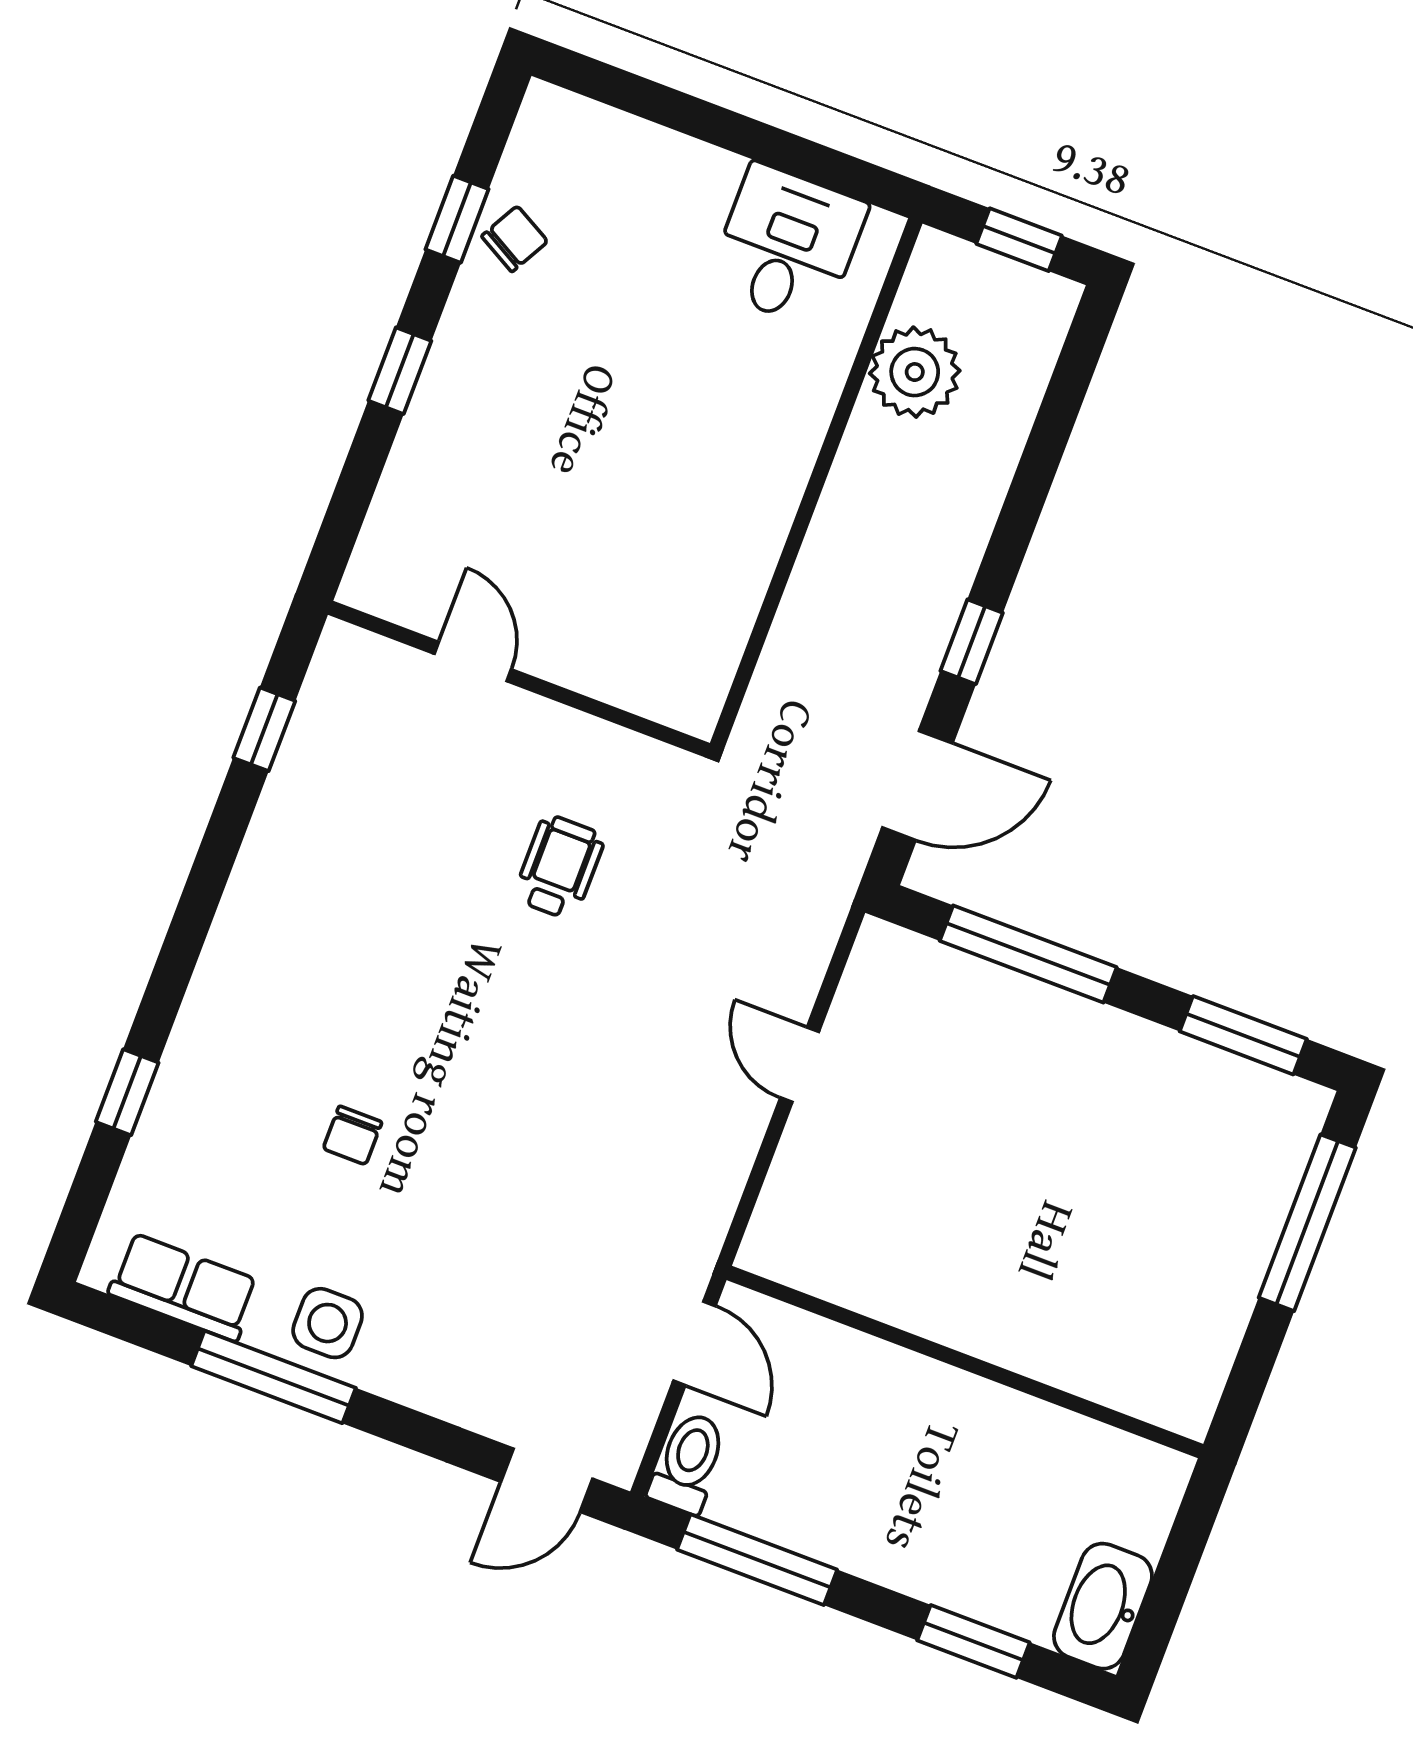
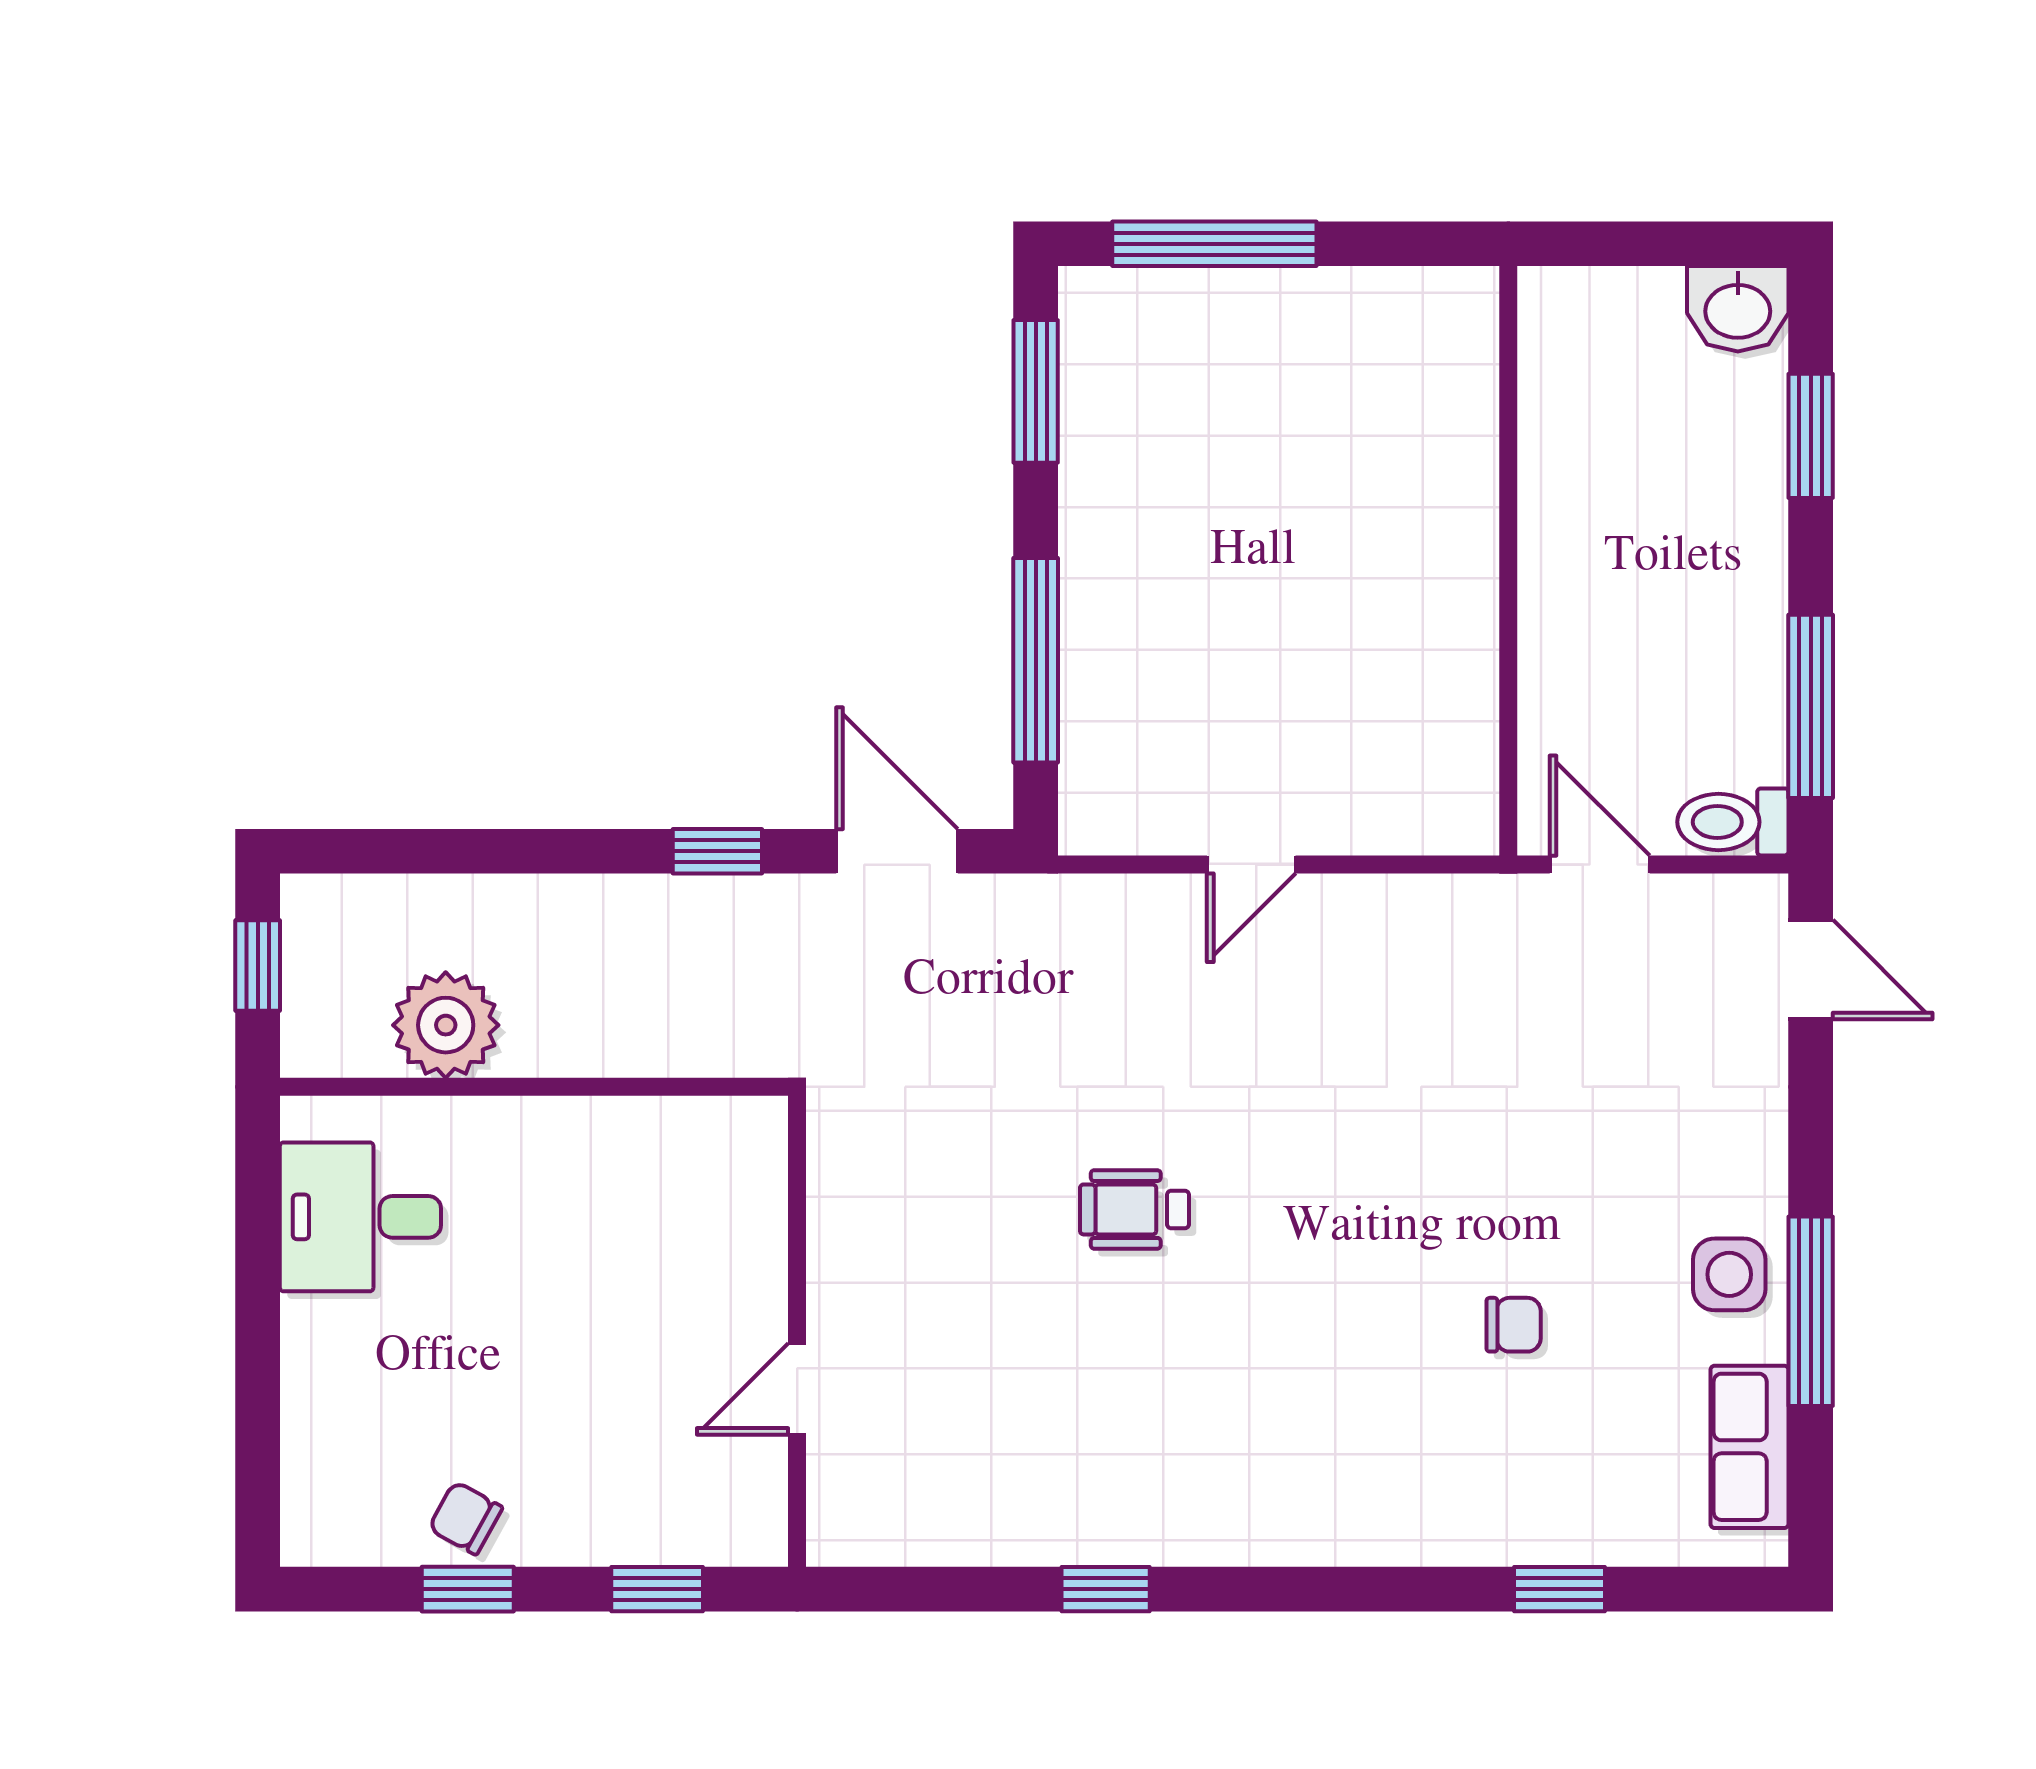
door: (473, 662) -> (797, 1389), moved
wall: (519, 679) -> (797, 1331), moved
door: (694, 1343) -> (1600, 865), hinge flipped
washbasin: (1103, 1606) -> (1738, 309), width x0.72

